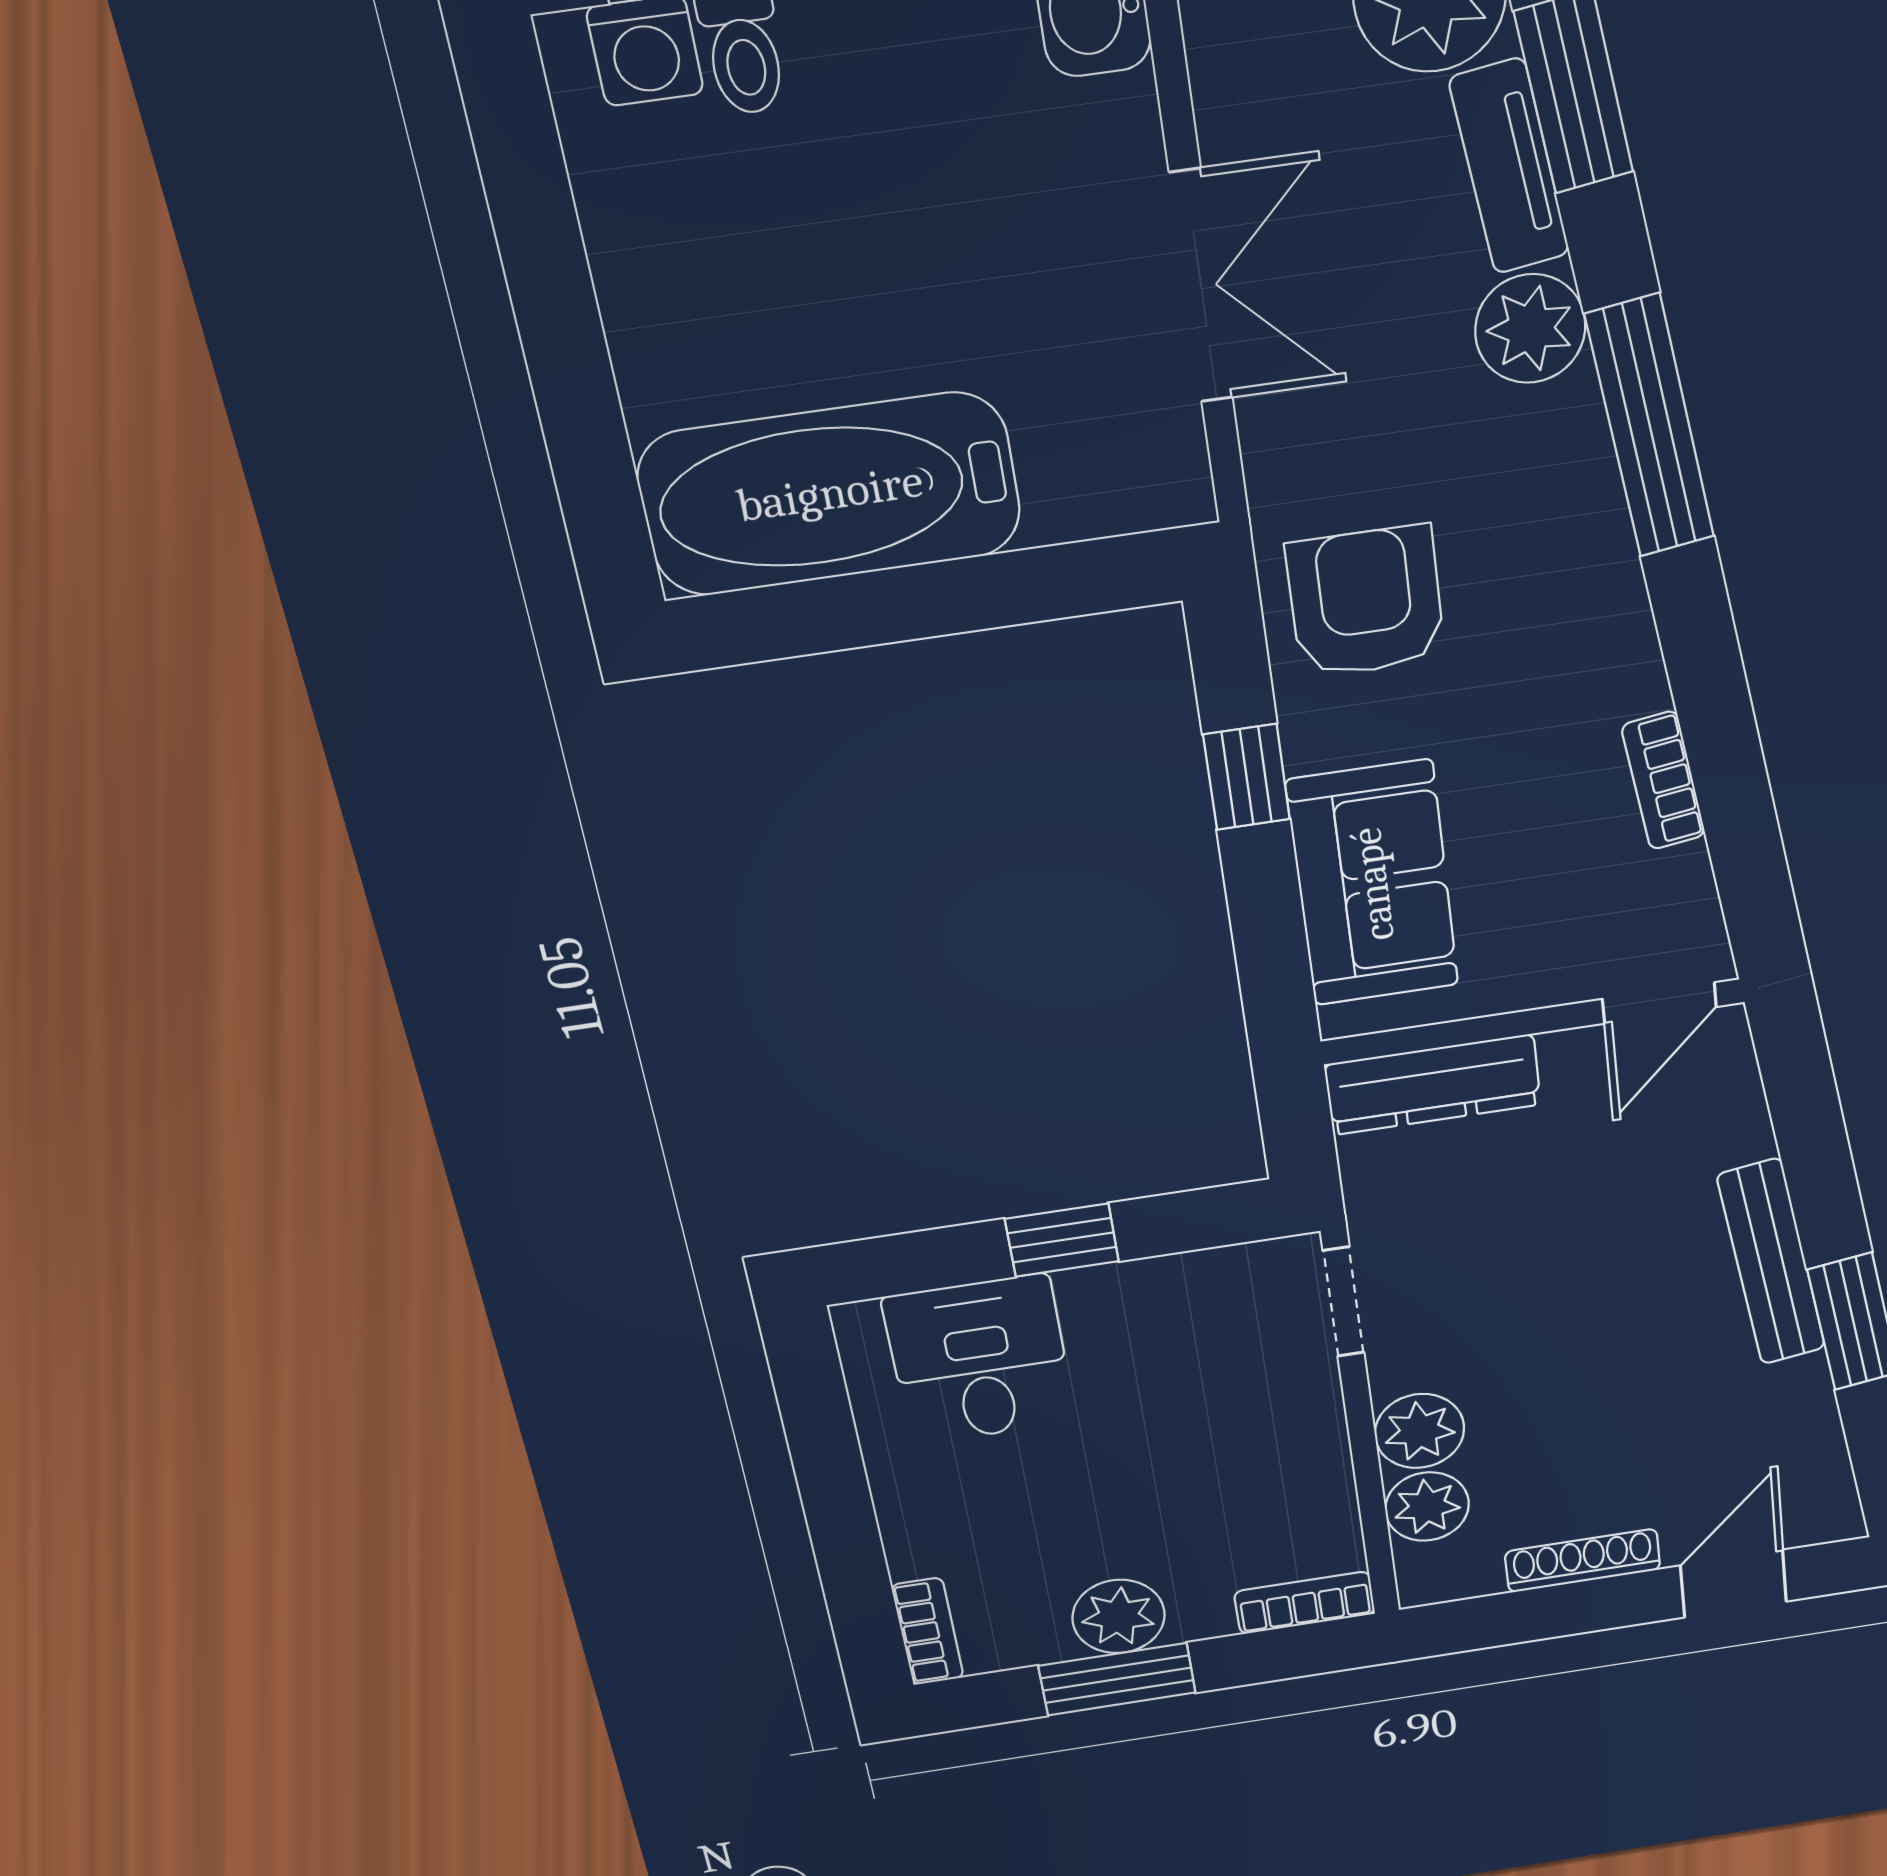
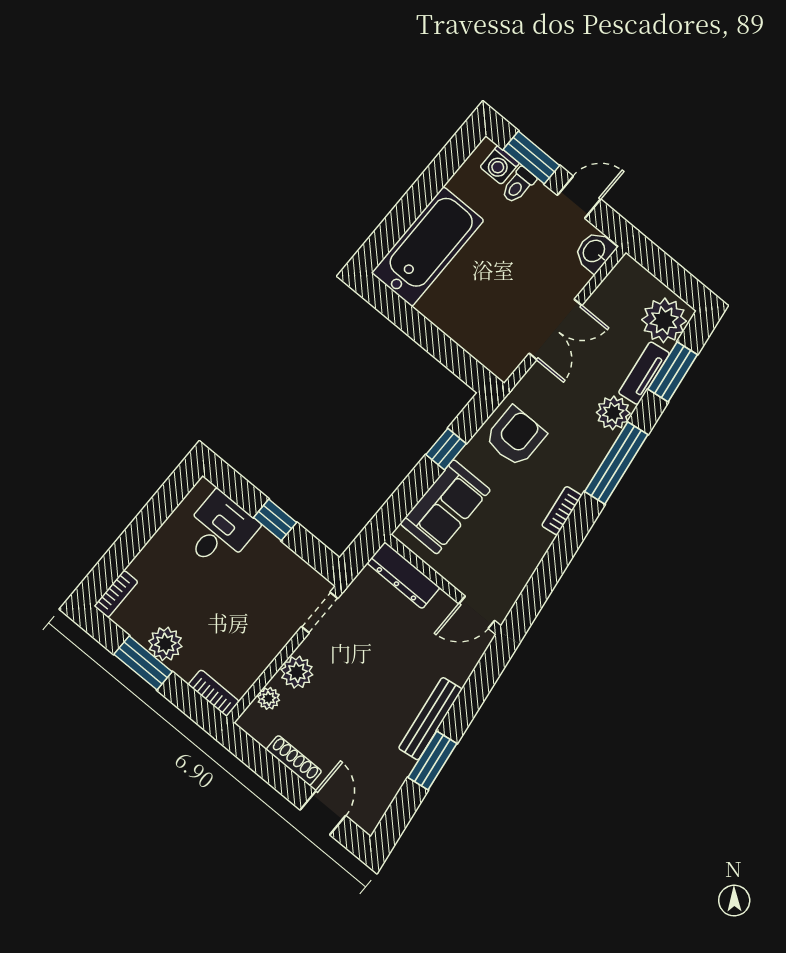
bathtub: (830, 494) -> (428, 247), moved, turned 90
bookcase: (1663, 781) -> (562, 511), moved
plant: (1427, 1507) -> (269, 698), width x0.73, depth x0.73
door: (1733, 1584) -> (323, 813), hinge flipped

